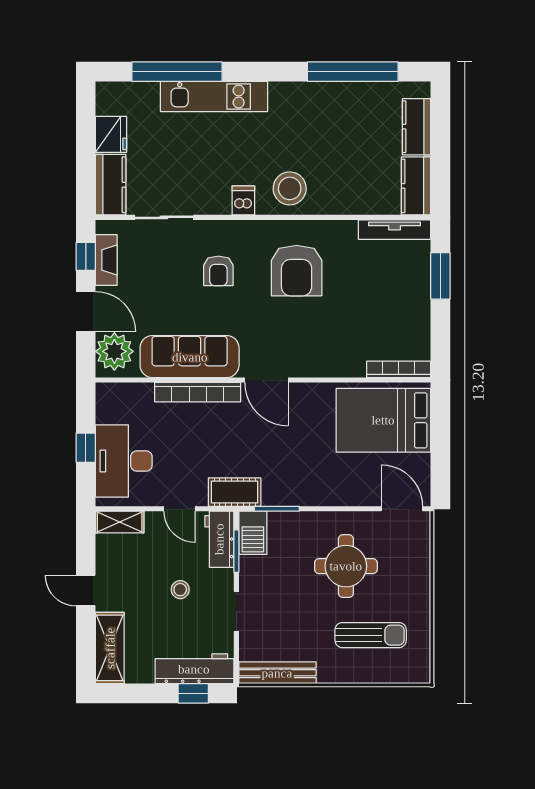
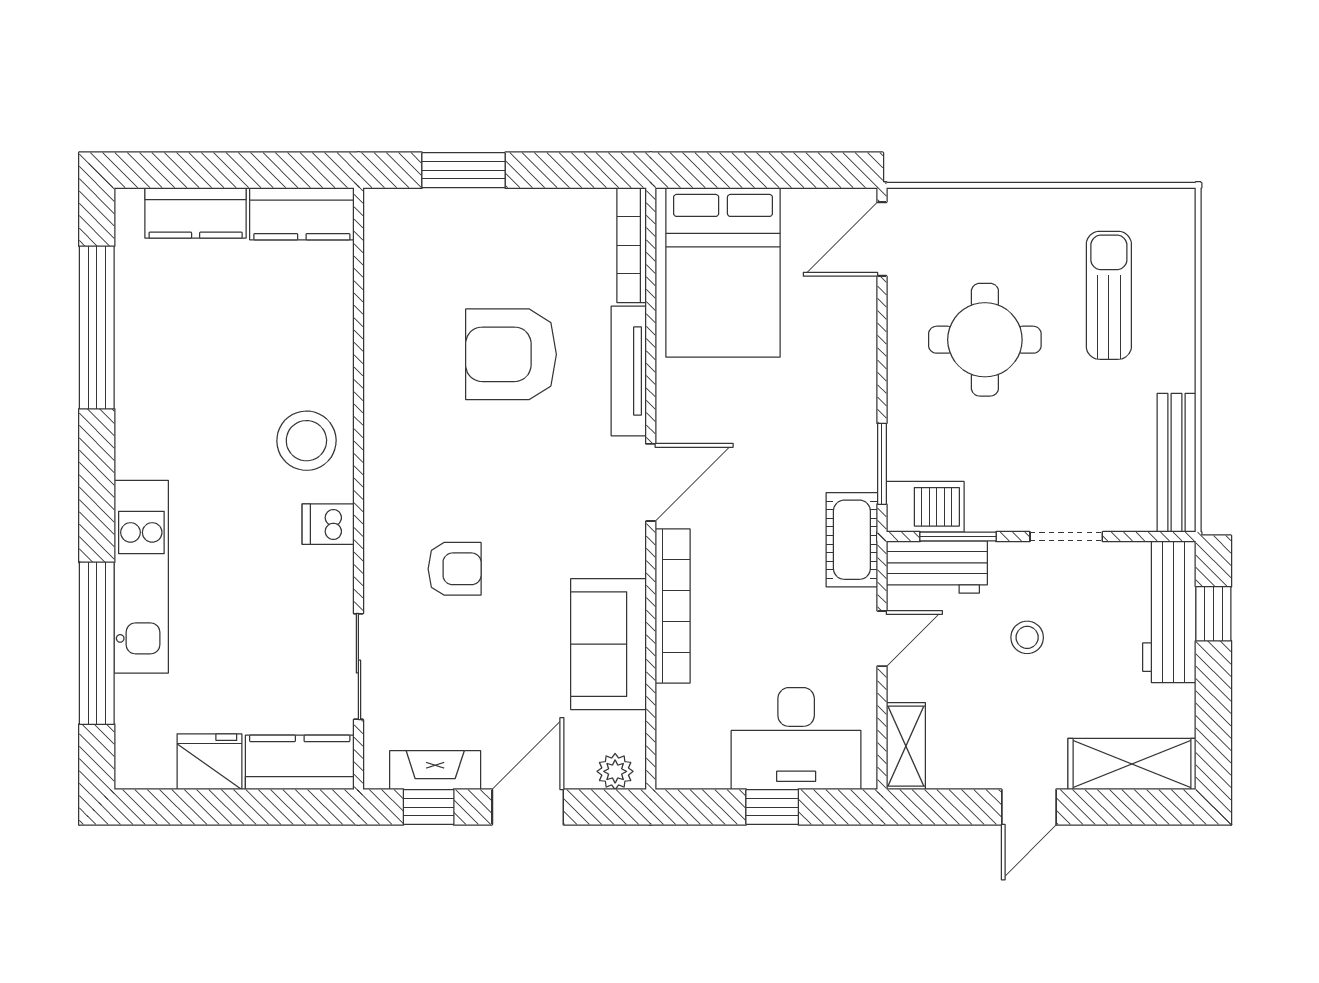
tv unit: (394, 230) -> (629, 371), moved, turned 180
armchair: (297, 271) -> (511, 354), moved, turned 180
plant: (114, 351) -> (615, 771), width x0.53, depth x0.53
sofa: (190, 357) -> (609, 644), width x0.73

